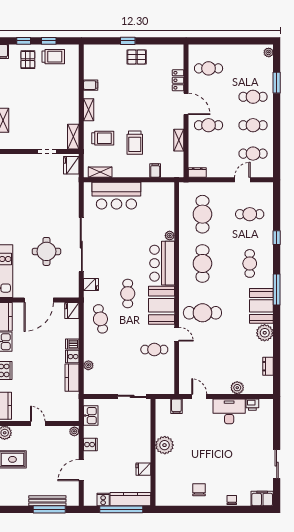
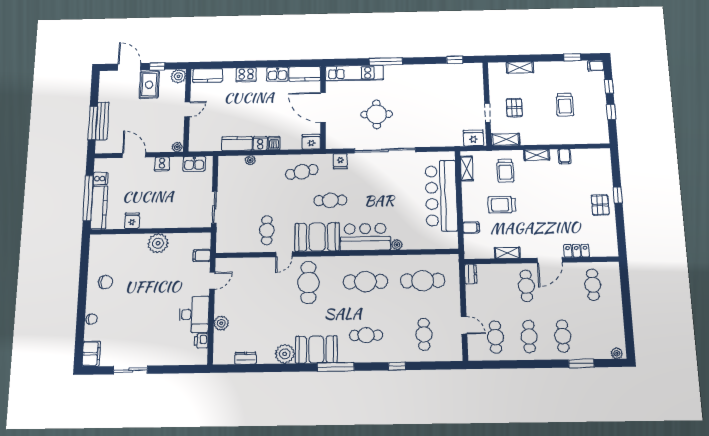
trolley: (53, 57) -> (565, 104), moved
pallet: (28, 60) -> (514, 108), moved, turned 90
bar counter: (116, 196) -> (441, 196), width x1.36

